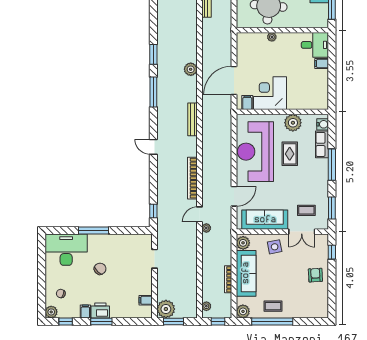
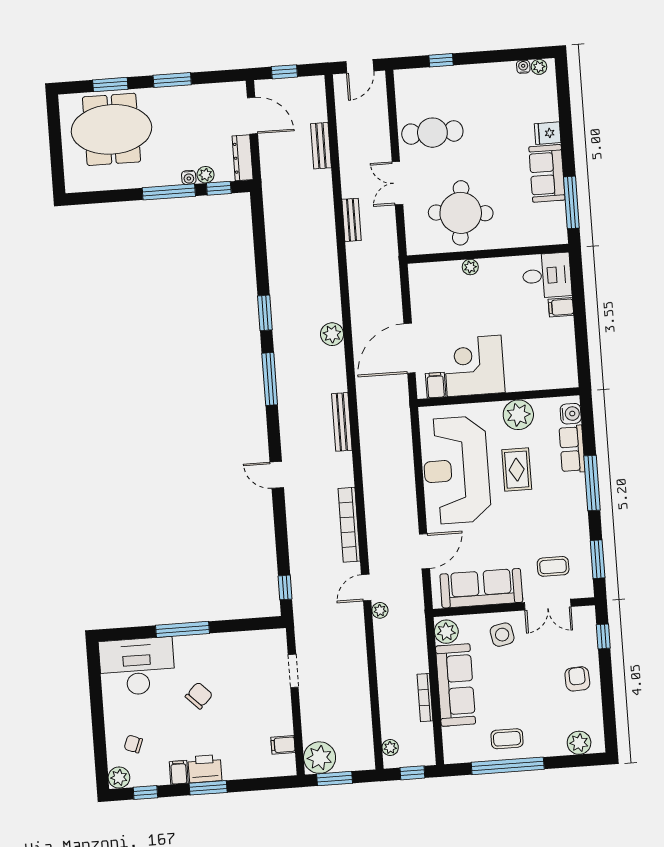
plant: (243, 311) -> (579, 743), moved

